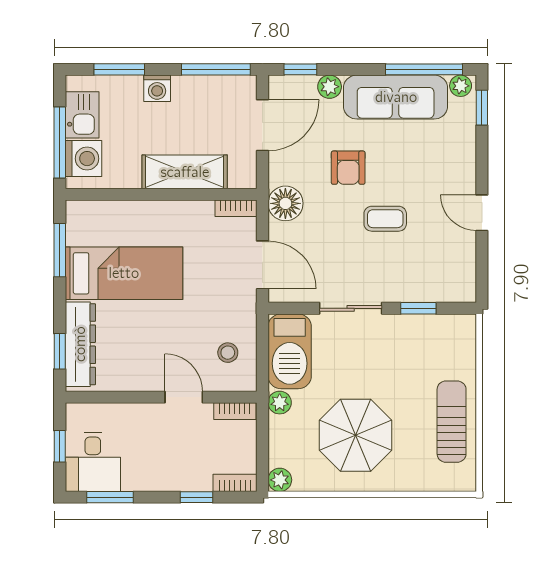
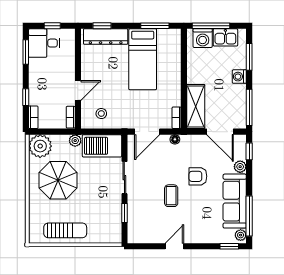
shelving: (185, 172) -> (196, 107), moved
floor lamp: (285, 203) -> (175, 139), width x0.53, depth x0.53
plant: (280, 480) -> (40, 146), width x1.87, depth x1.87

